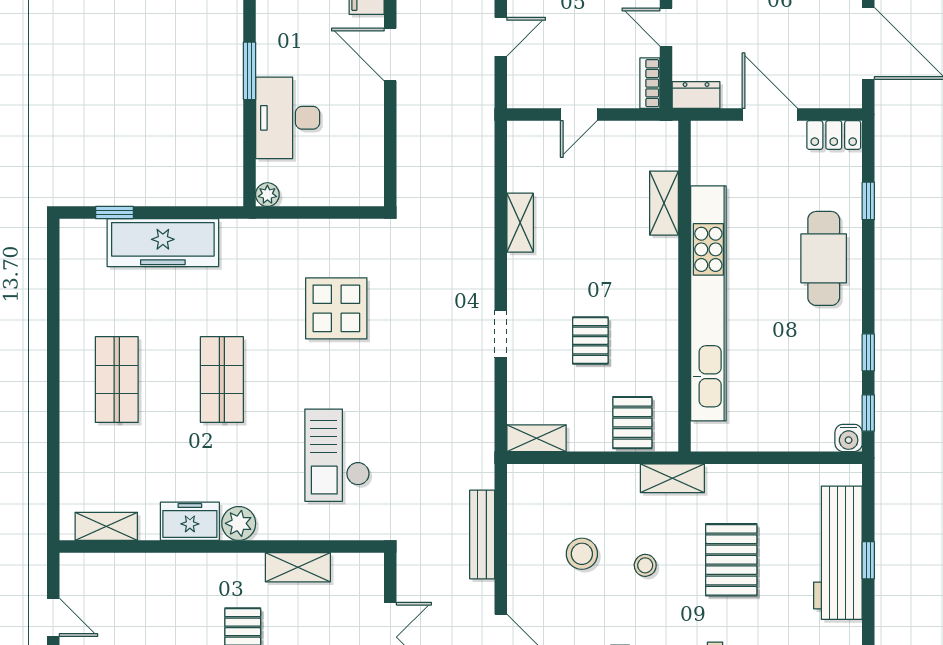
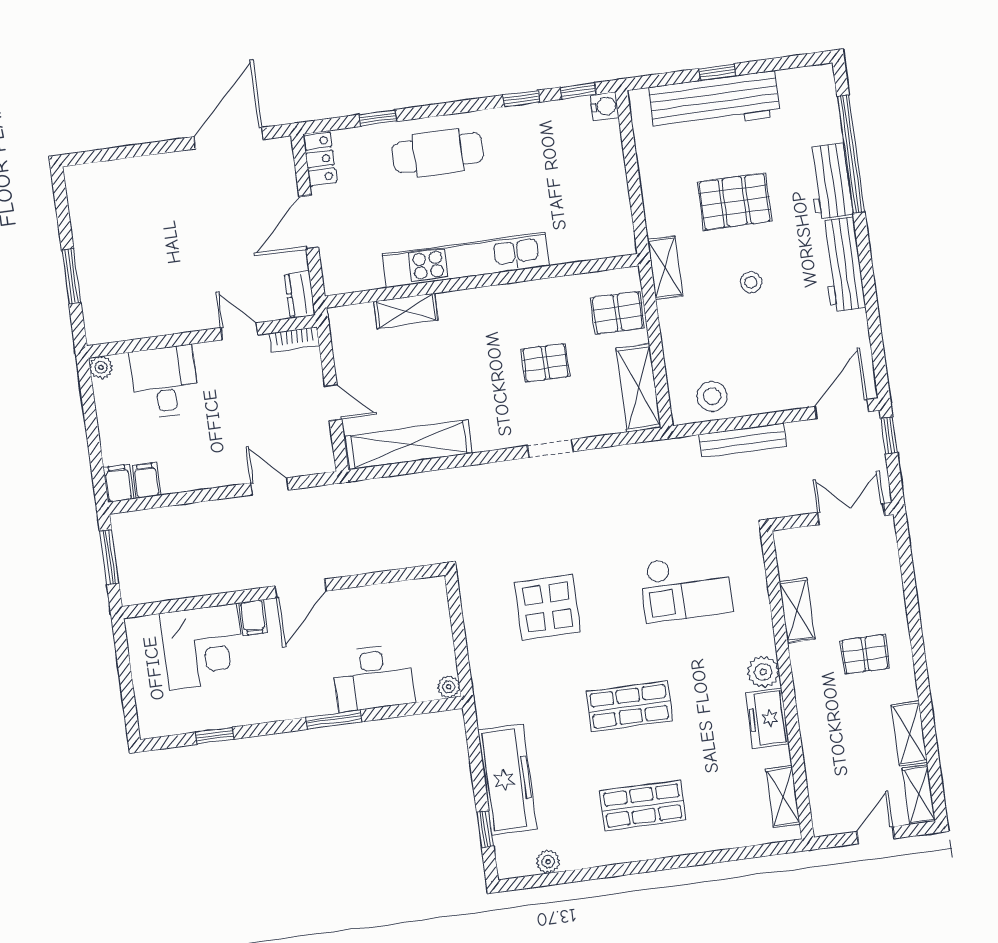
door: (666, 27) -> (239, 331), swing flipped
shelving: (520, 223) -> (409, 445), width x2.20, depth x1.33
plant: (72, 273) -> (548, 862), added
kitchen unit: (708, 303) -> (466, 260), width x0.73
shelving: (536, 438) -> (638, 388), width x1.50, depth x1.33
stool: (582, 554) -> (712, 396), moved

